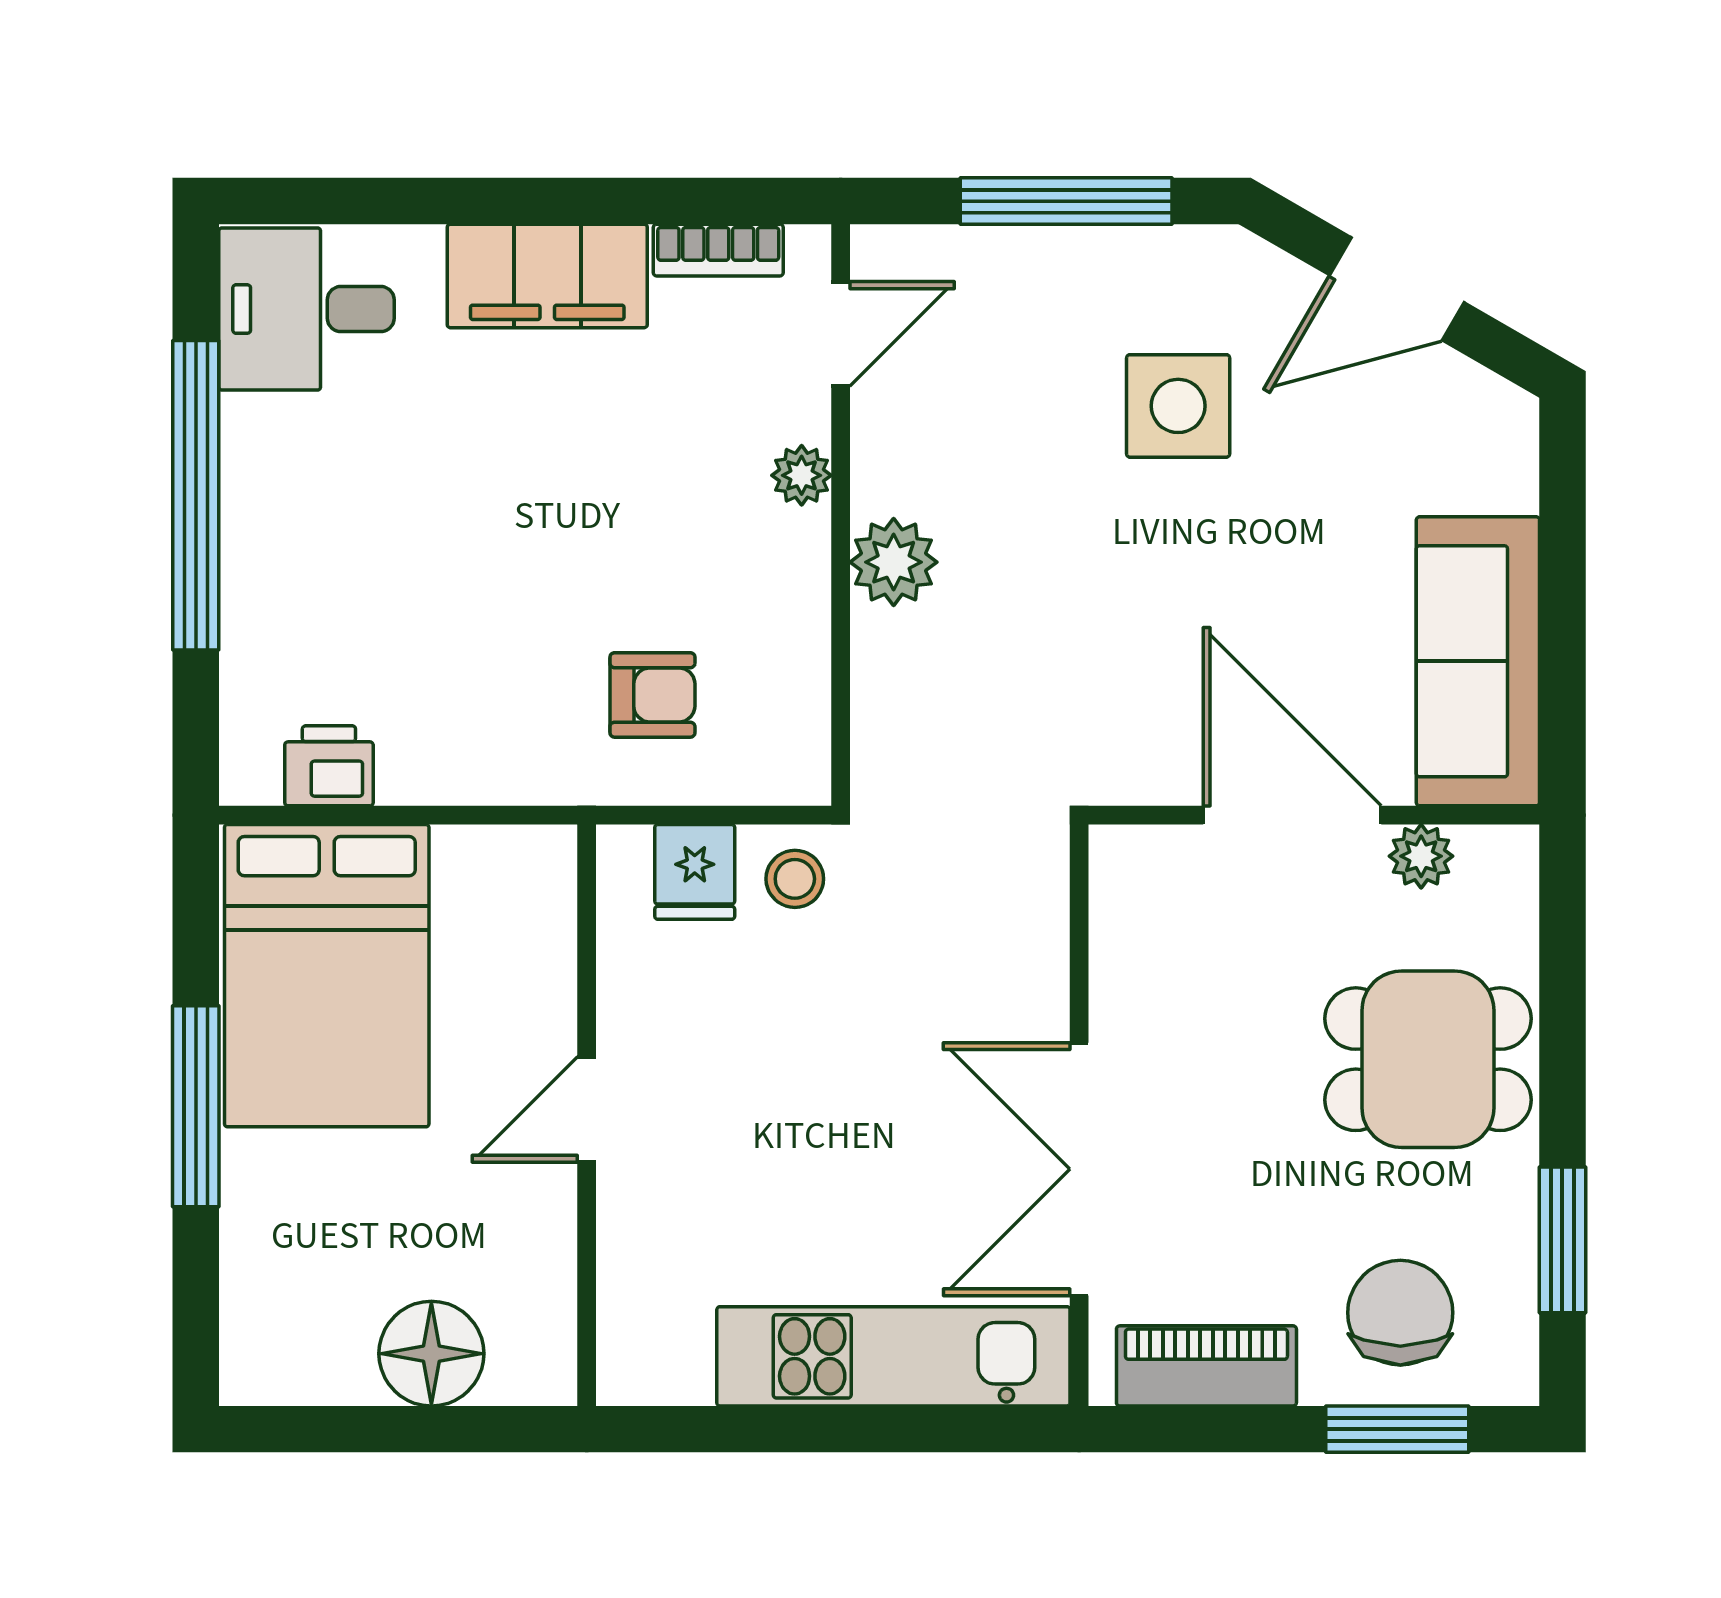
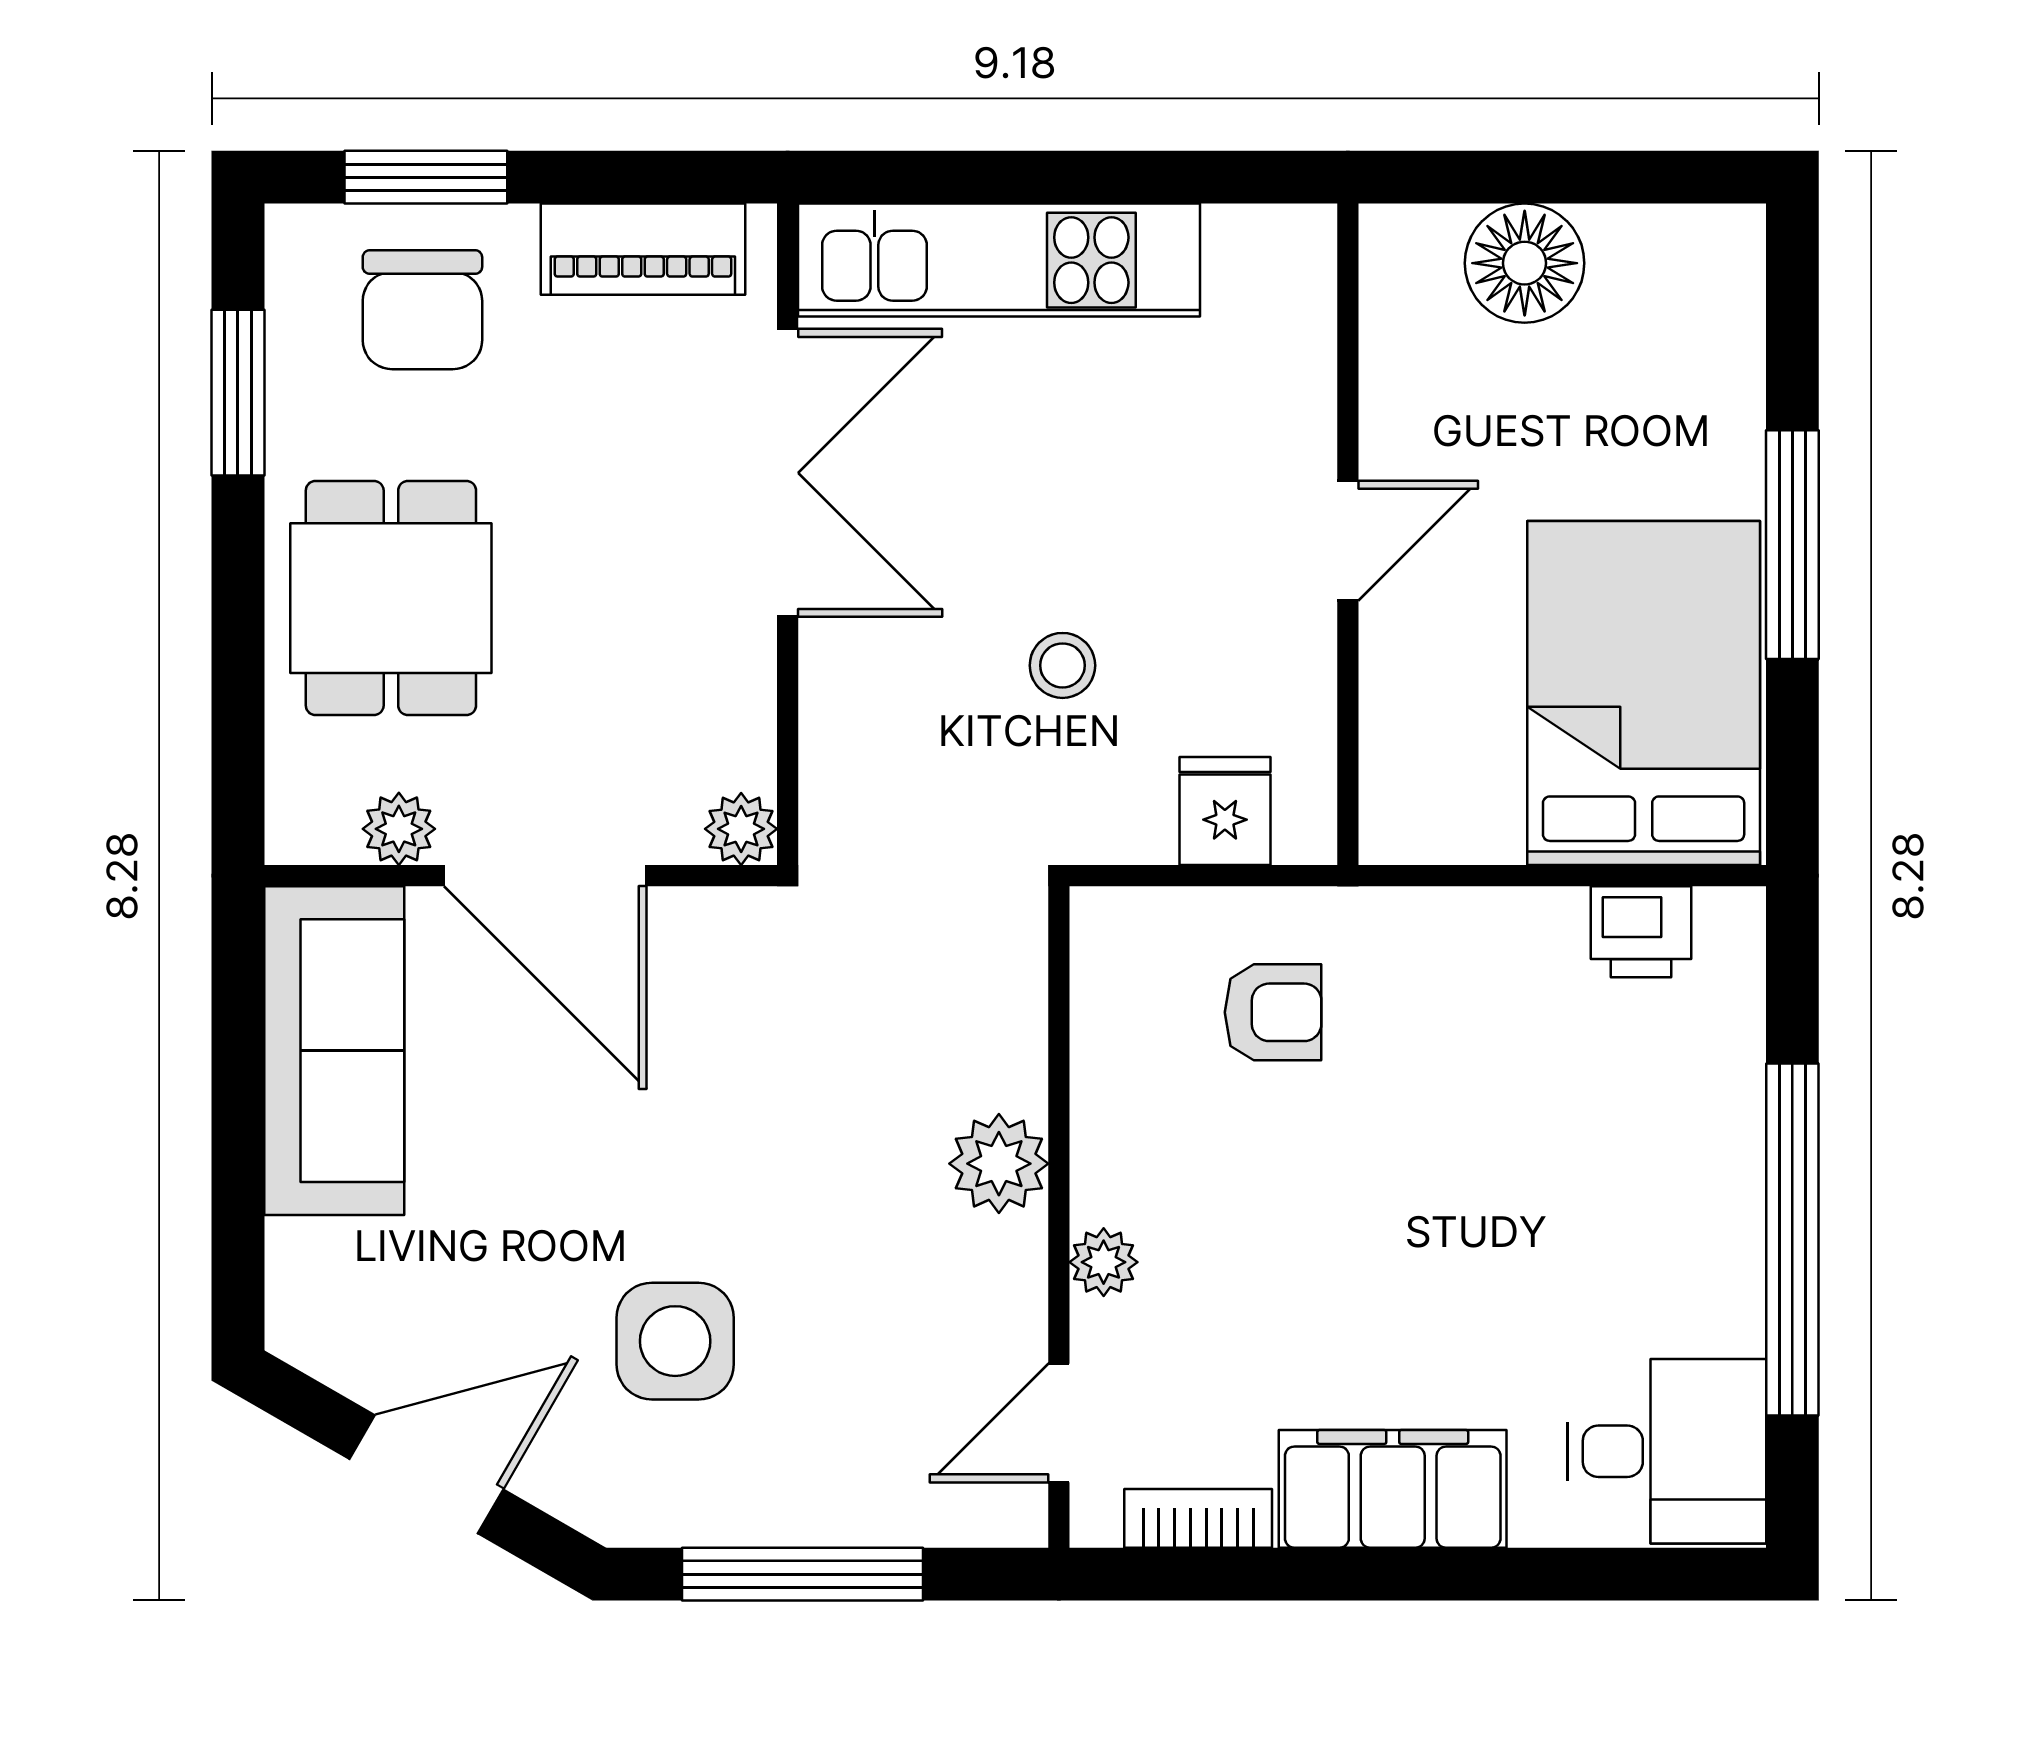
armchair: (652, 695) -> (1273, 1012), turned 180
plant: (1120, 856) -> (741, 829), added
stool: (795, 879) -> (1062, 665), moved
dining table: (1428, 1059) -> (391, 598), turned 90

